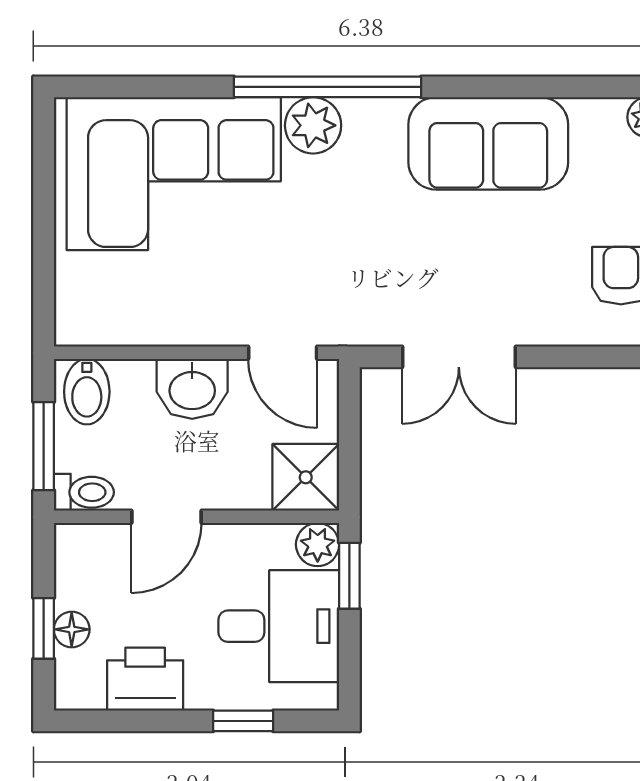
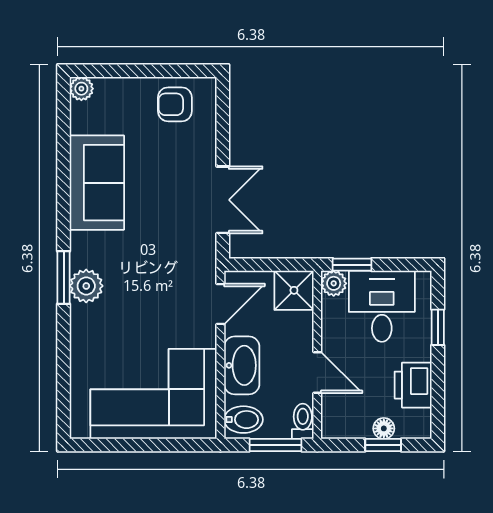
window: (327, 87) -> (64, 278), width x0.47
corner sofa: (174, 174) -> (154, 394), moved, turned -90
washbasin: (192, 389) -> (242, 365), width x1.38

